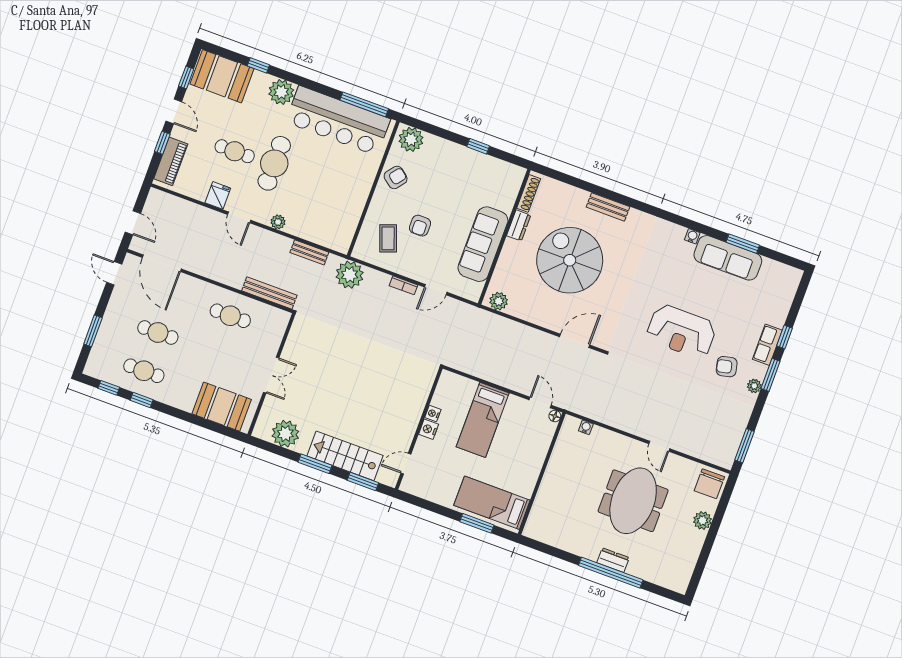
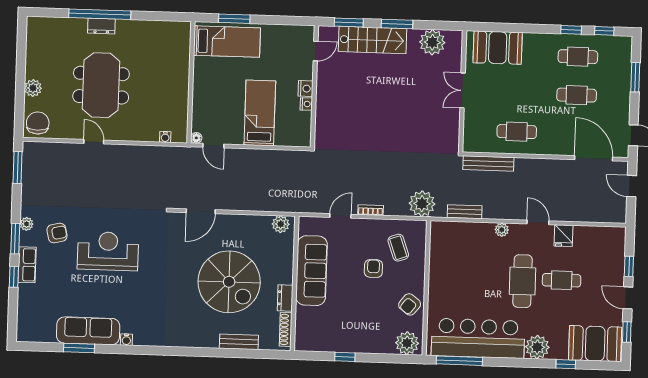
piano: (171, 161) -> (616, 252), removed
bench: (608, 207) -> (239, 342), moved

